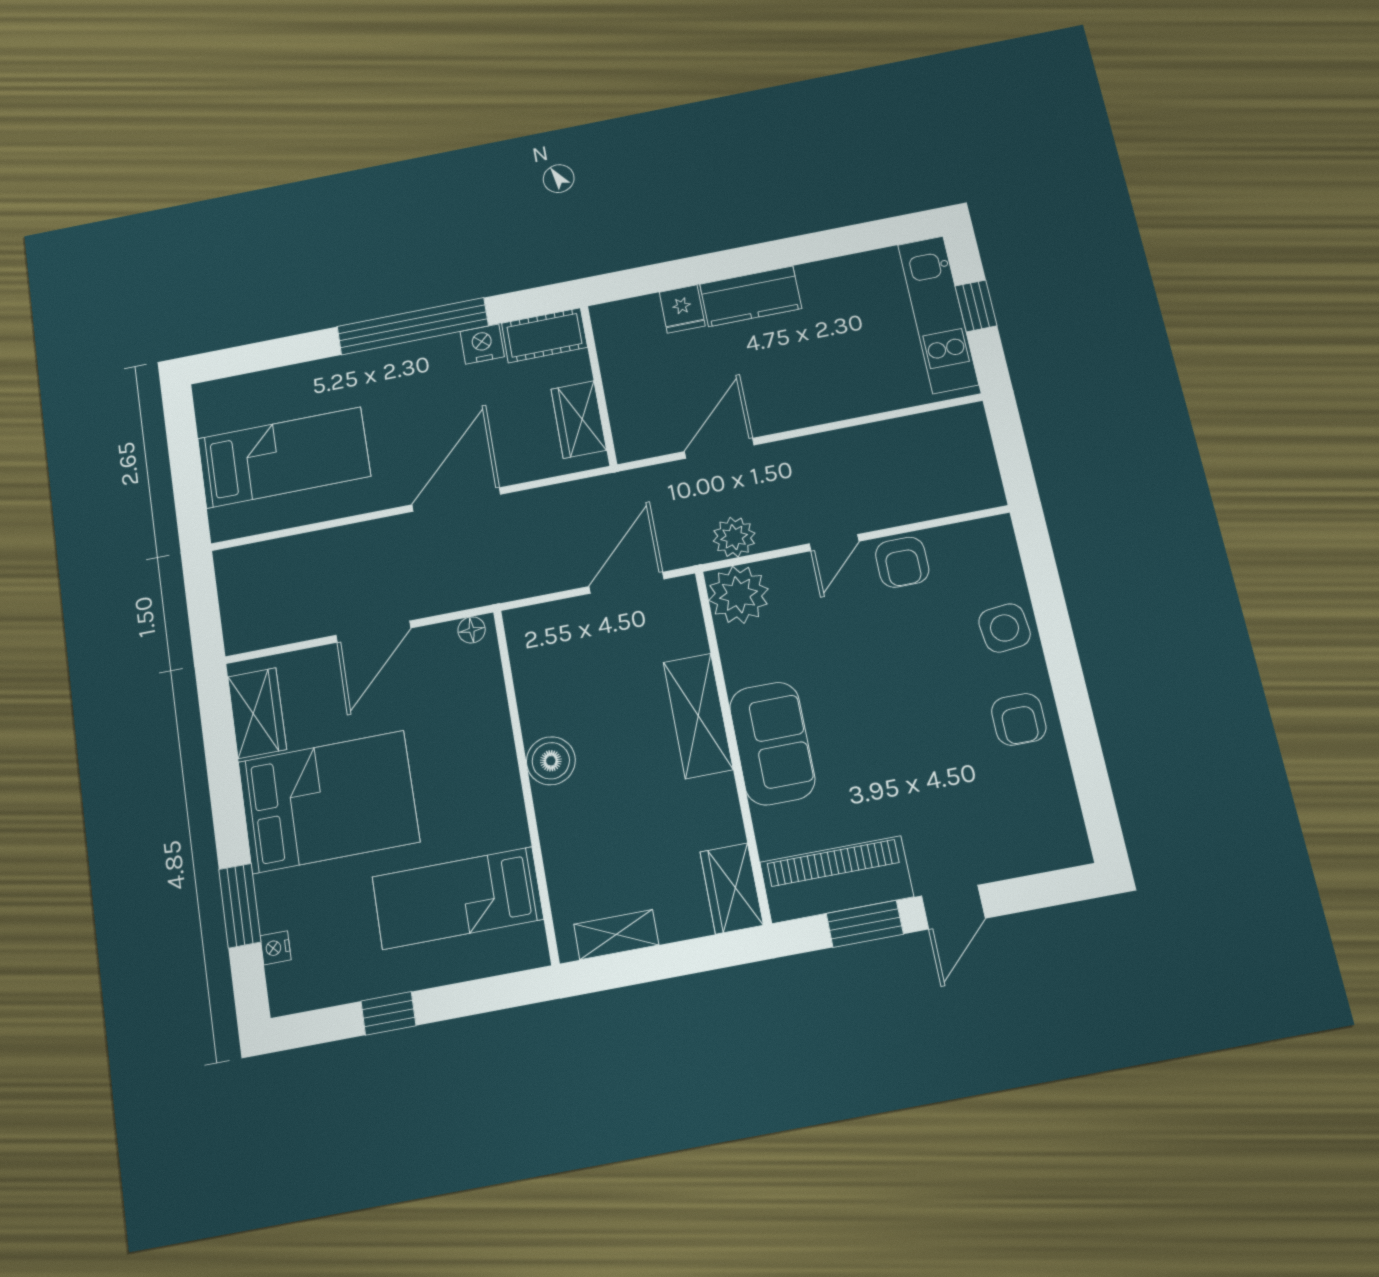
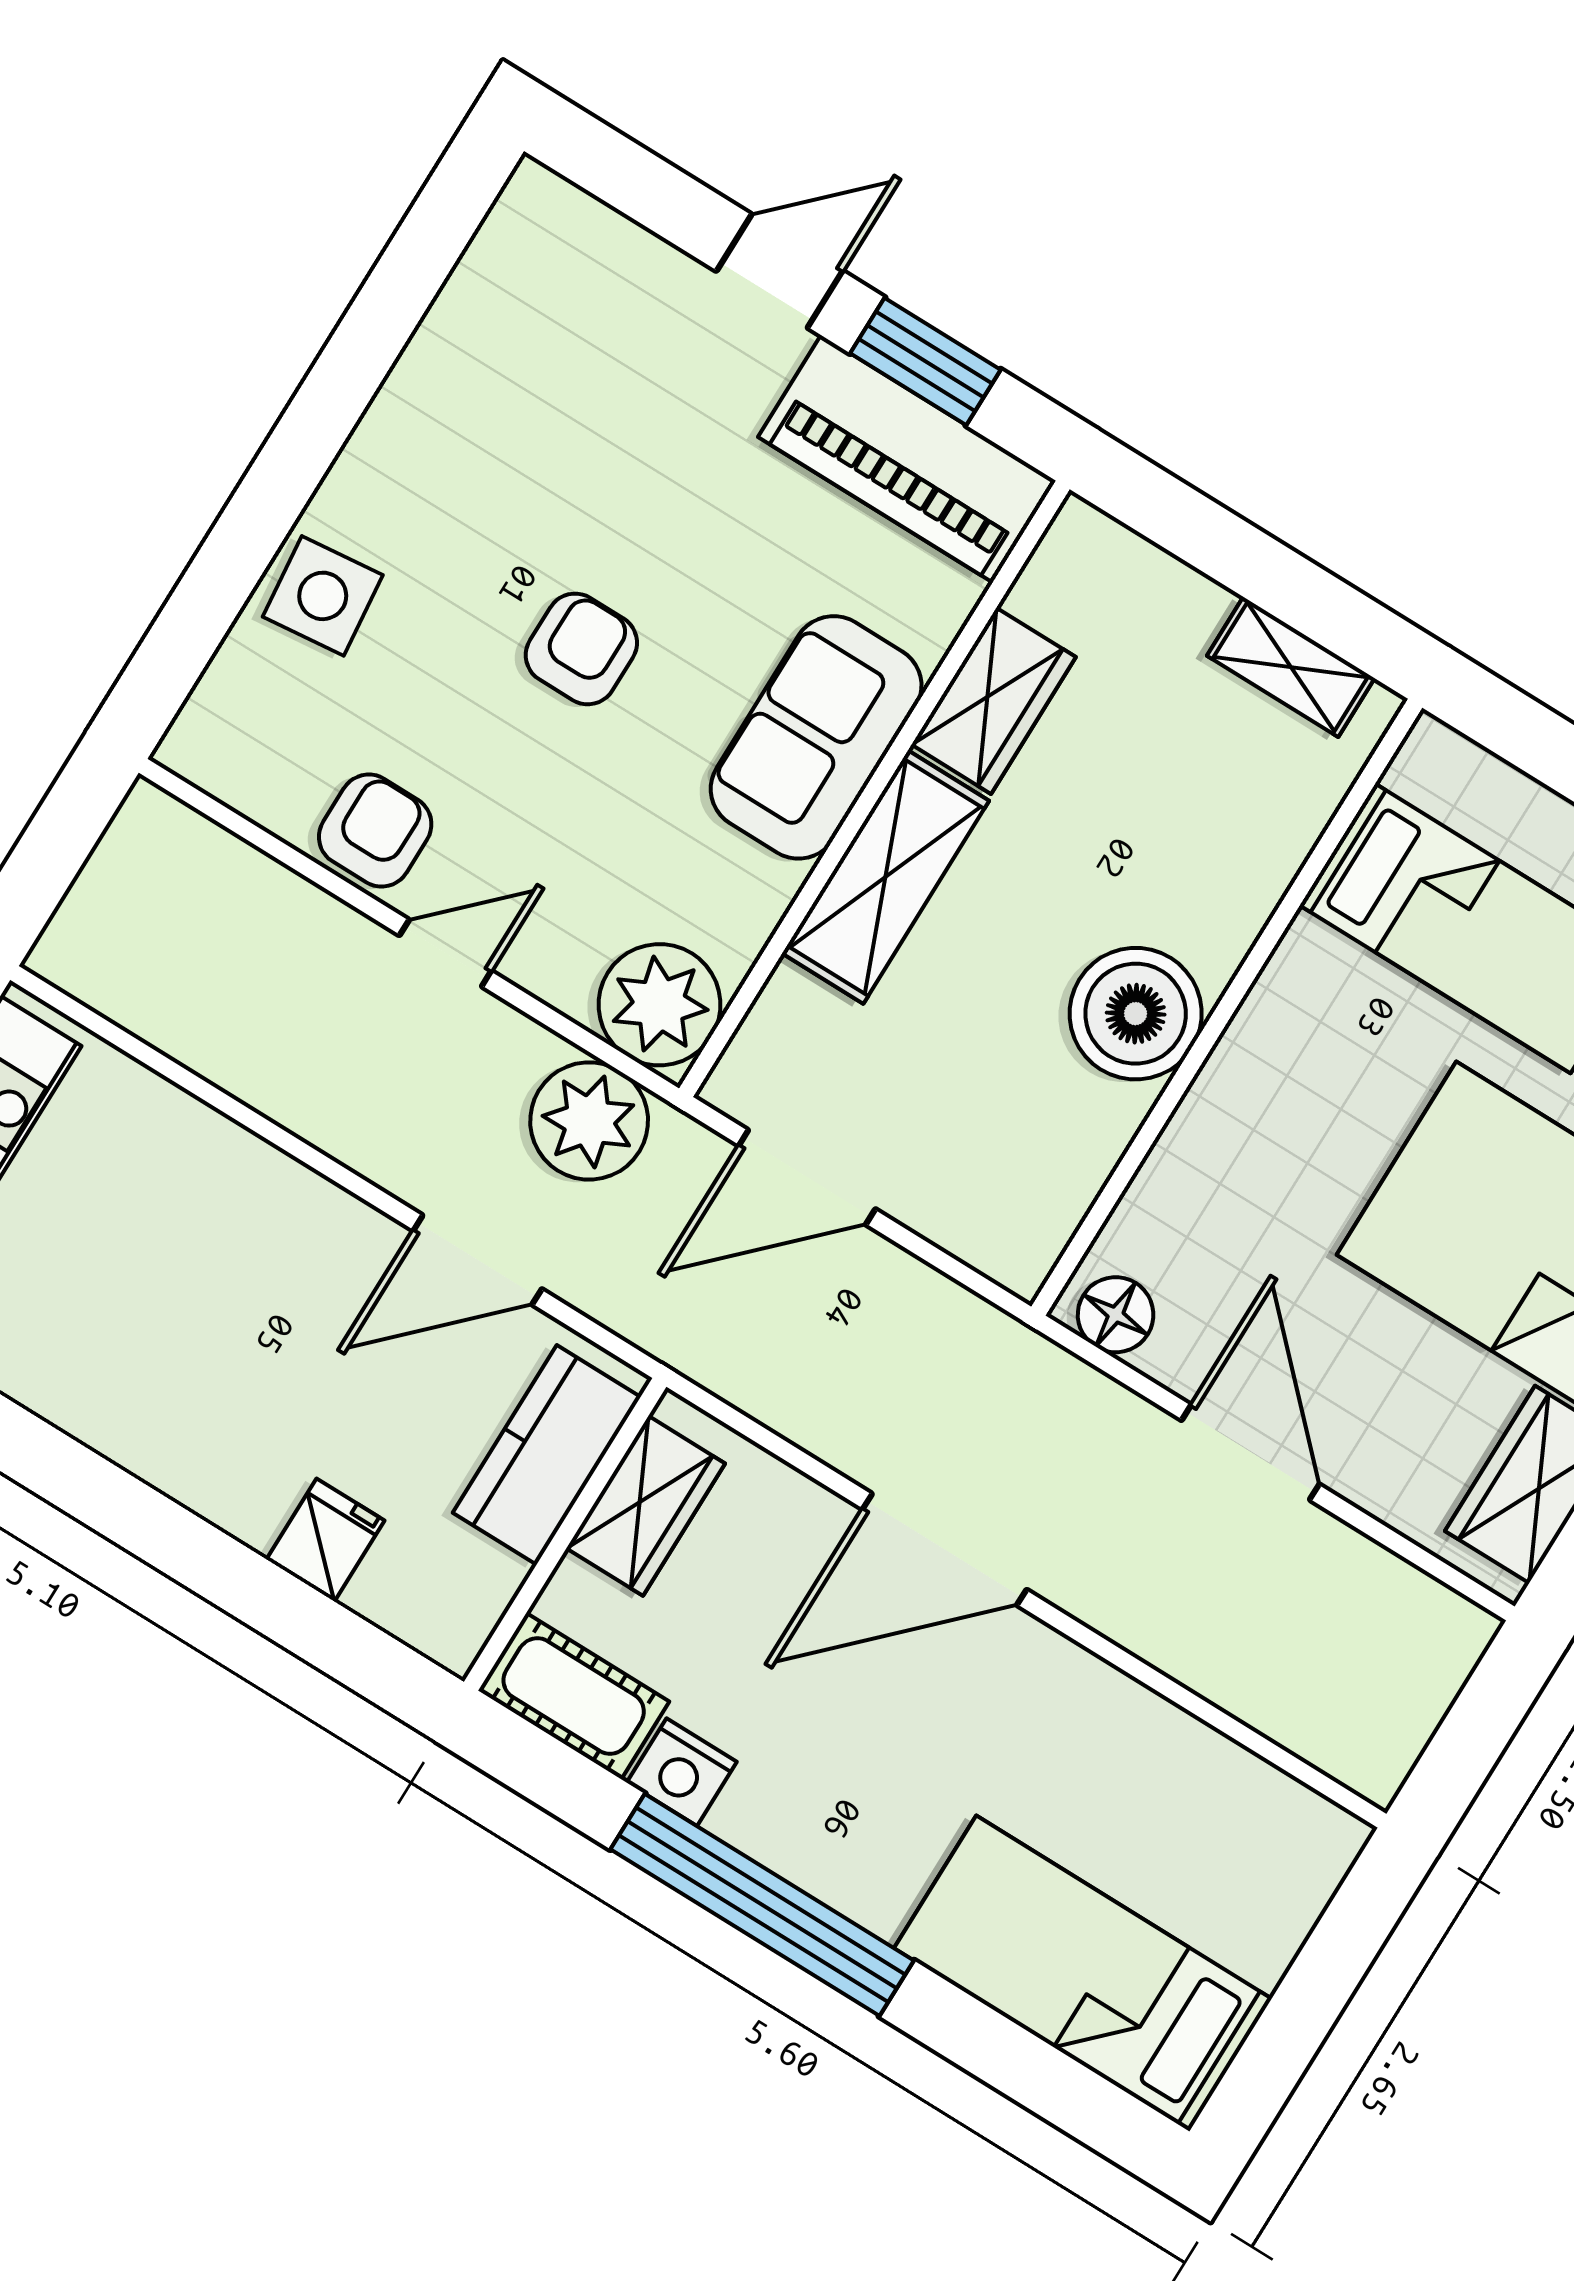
kitchen counter: (751, 296) -> (547, 1455), moved, turned -90
bed: (284, 457) -> (1083, 1973), moved
plant: (734, 537) -> (589, 1121), width x1.36, depth x1.36
floor lamp: (472, 630) -> (1116, 1315), width x1.37, depth x1.37
door: (373, 632) -> (1250, 1452), hinge flipped
armchair: (1019, 719) -> (581, 649), moved
boiler: (551, 761) -> (1136, 1014), width x1.37, depth x1.37
wardrobe: (732, 888) -> (994, 701), moved

